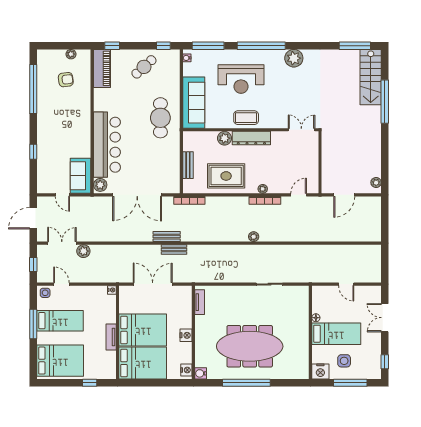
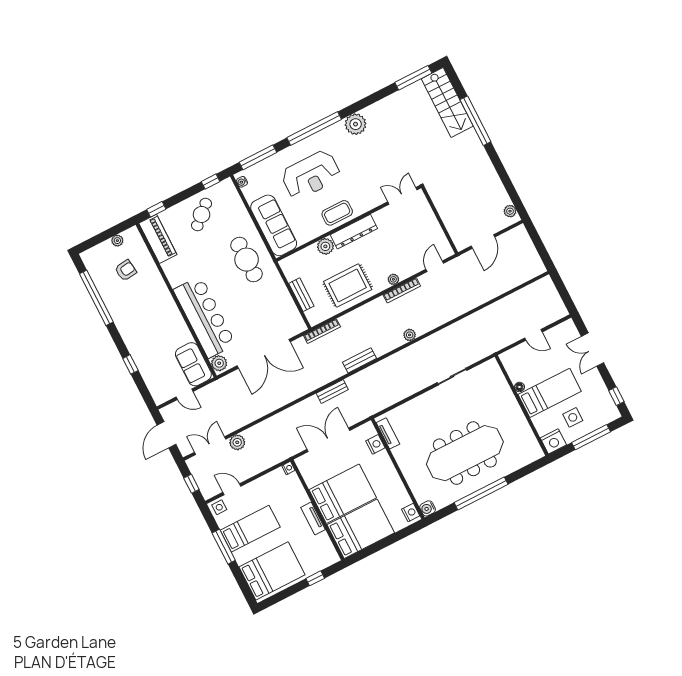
bench: (167, 237) -> (360, 360), moved
nightstand: (186, 335) -> (375, 444), moved

